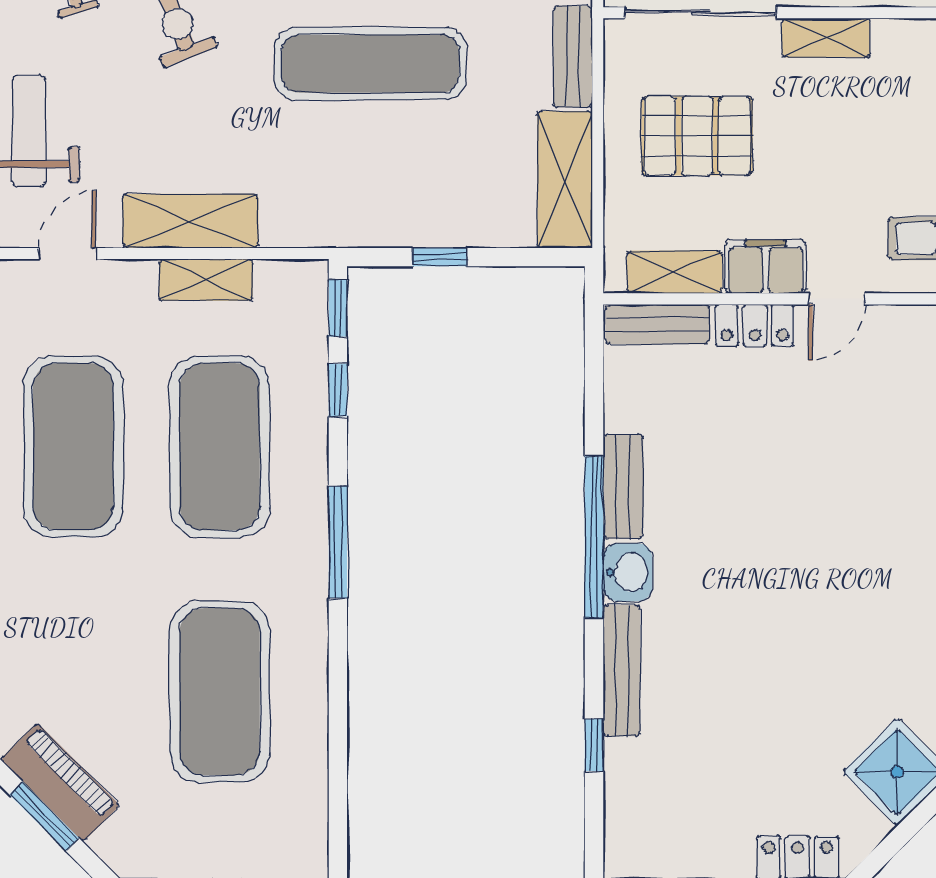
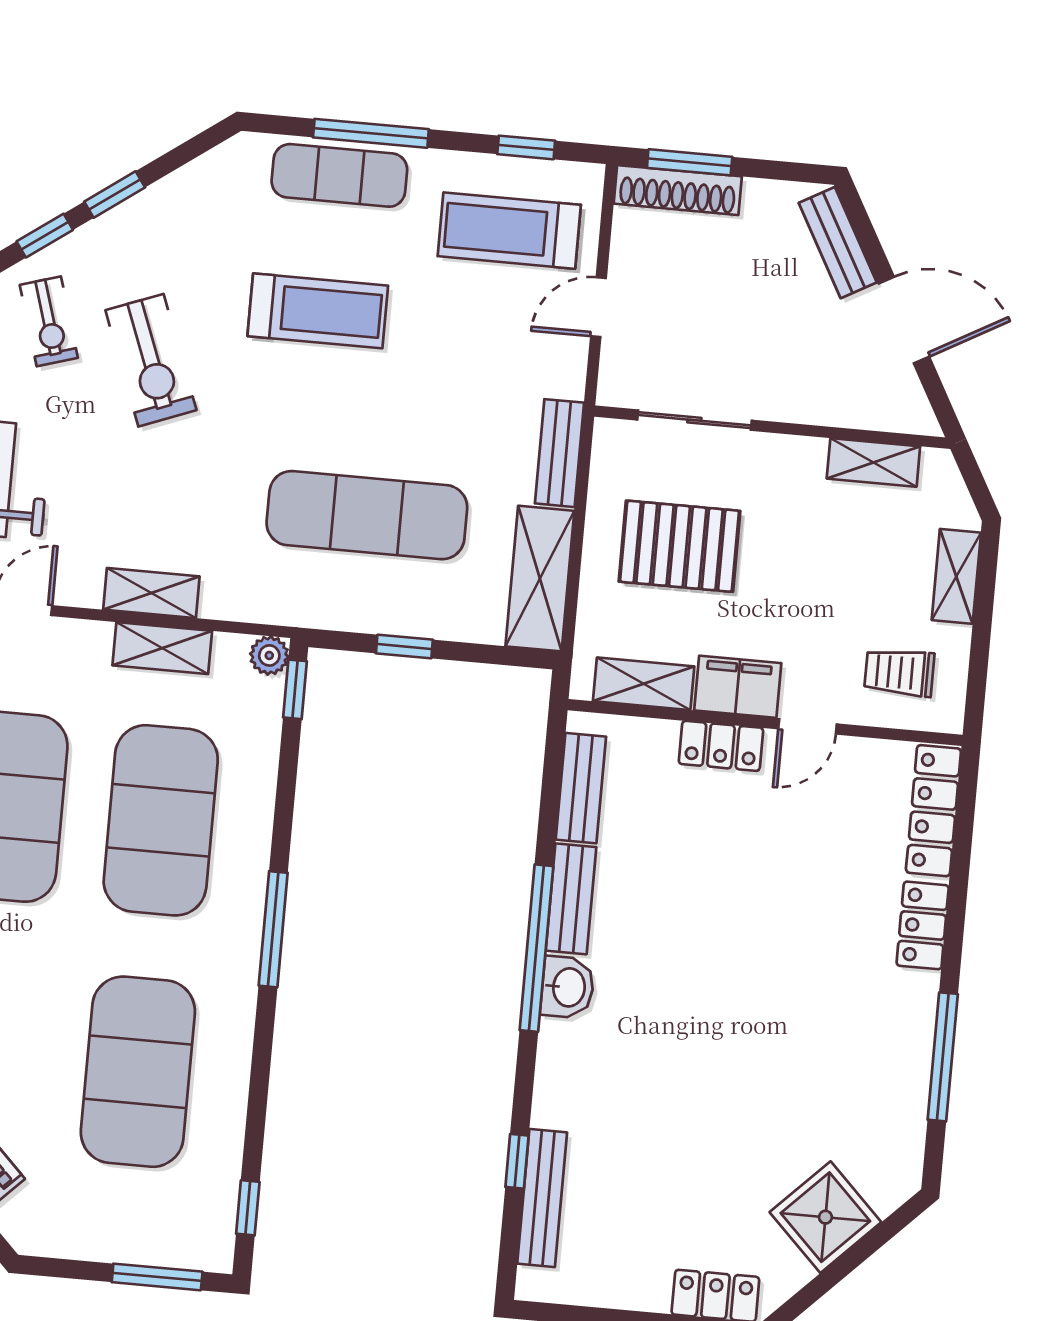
sliding door: (700, 13) -> (694, 420), width x0.73
shelving: (826, 38) -> (873, 462), moved
exercise mat: (370, 64) -> (367, 515), moved
shelving: (191, 221) -> (151, 593), width x0.67, depth x0.75
plant: (310, 278) -> (269, 655), added
bench: (657, 324) -> (581, 788), moved, turned 90
window: (338, 390) -> (248, 1208), moved
bench: (622, 671) -> (542, 1198), moved

